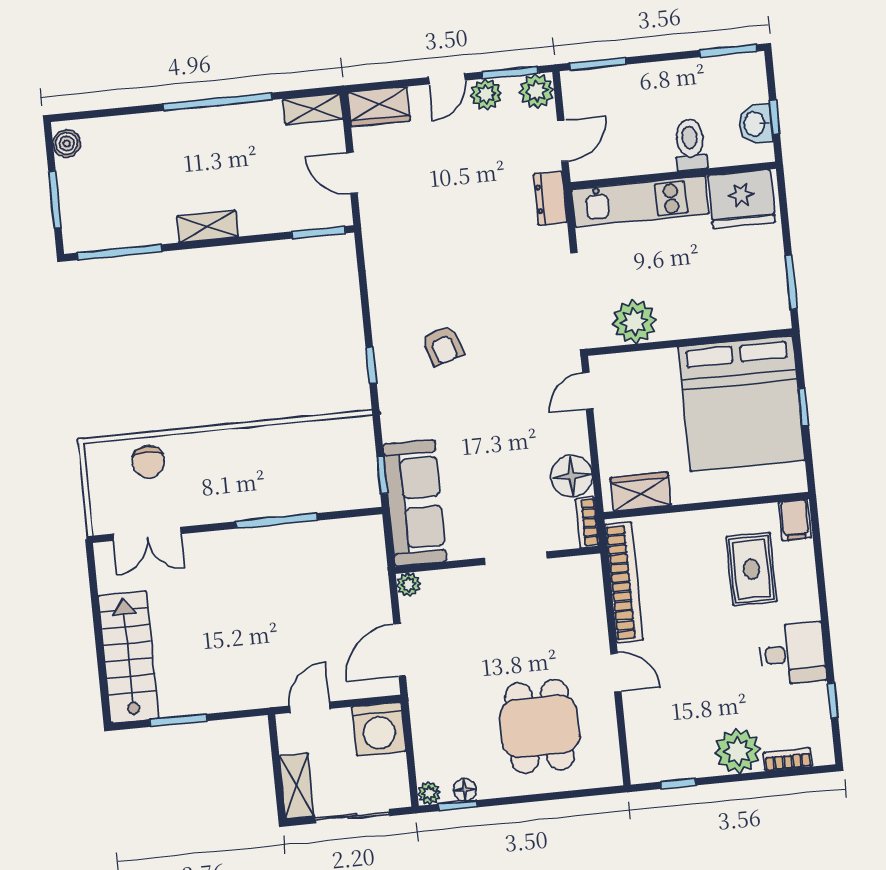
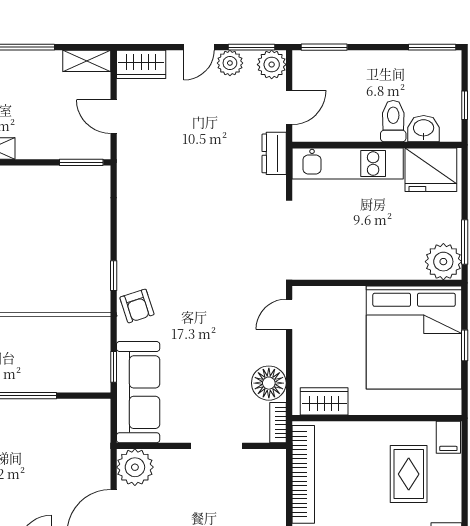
washbasin: (755, 124) -> (424, 129), moved, turned 90
plant: (634, 322) -> (443, 262), moved
armchair: (443, 346) -> (137, 306), moved
plant: (409, 585) -> (135, 467), width x1.87, depth x1.87

